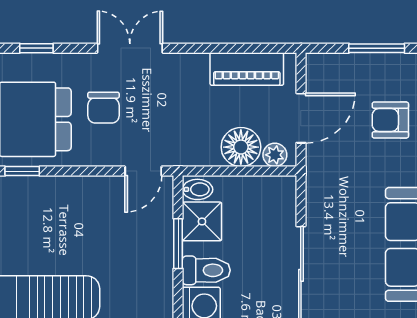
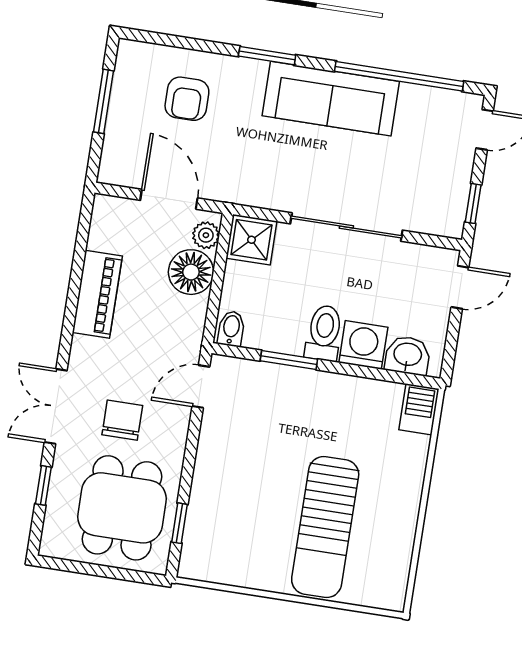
double door: (130, 48) -> (56, 406), moved
piano: (247, 69) -> (97, 294), moved
chair: (104, 108) -> (122, 420), turned -90
door: (143, 171) -> (201, 387), swing flipped
shower: (202, 221) -> (252, 240), moved

